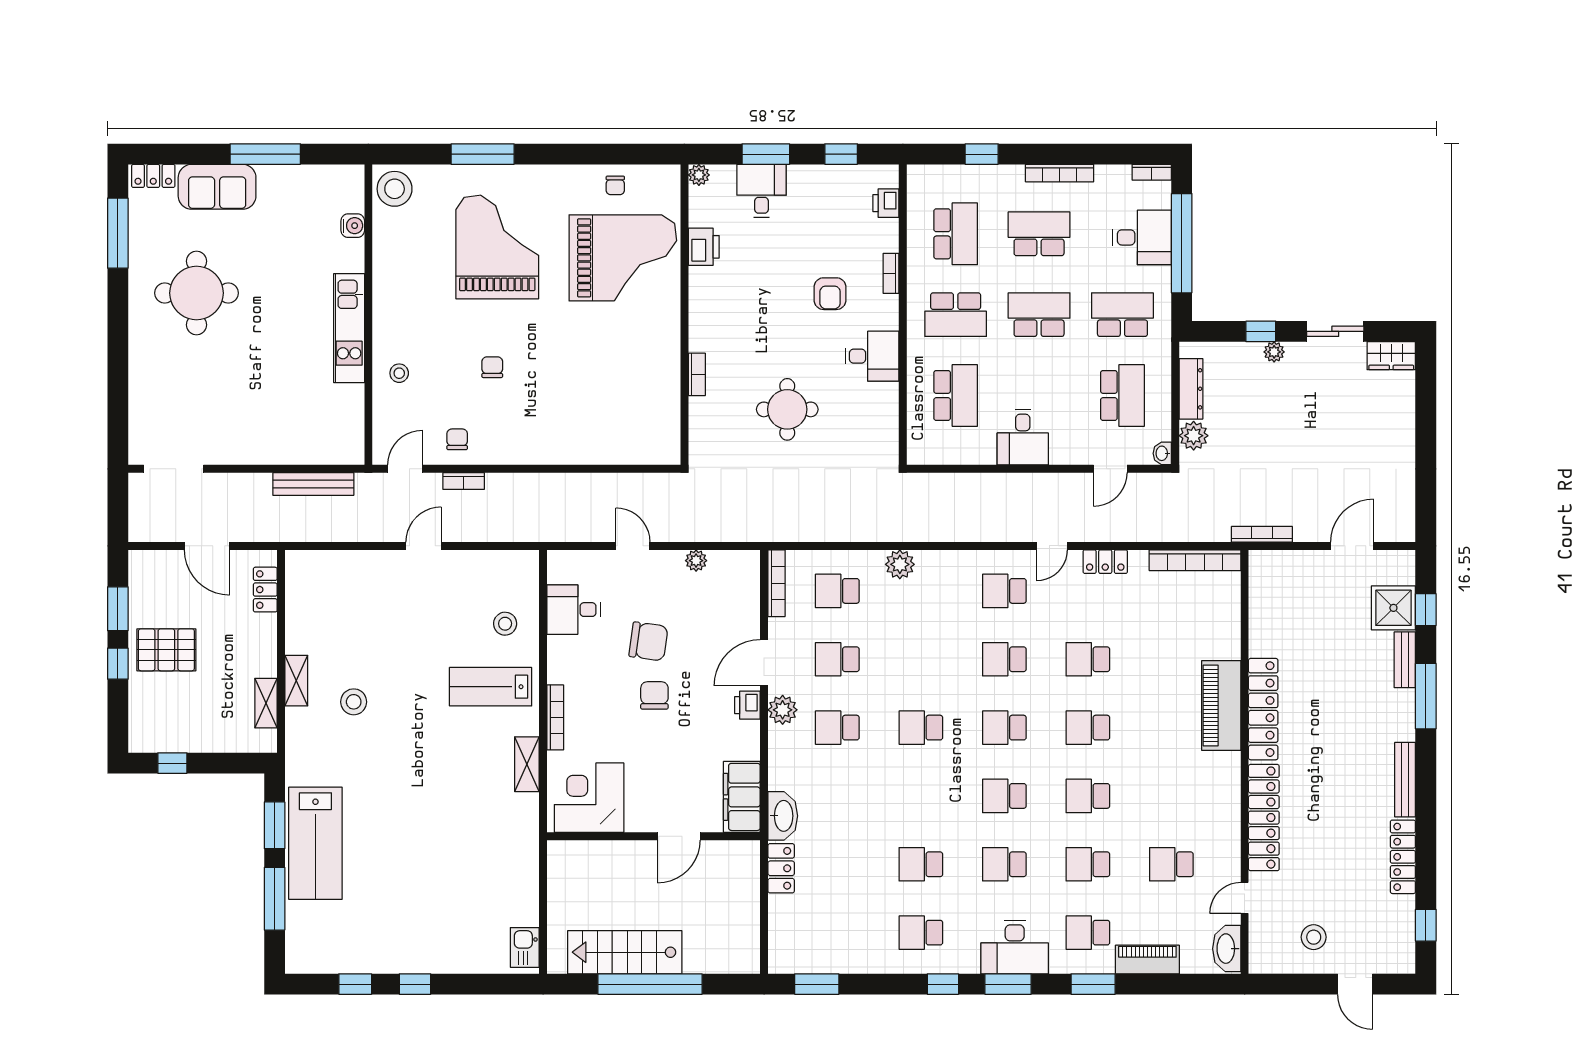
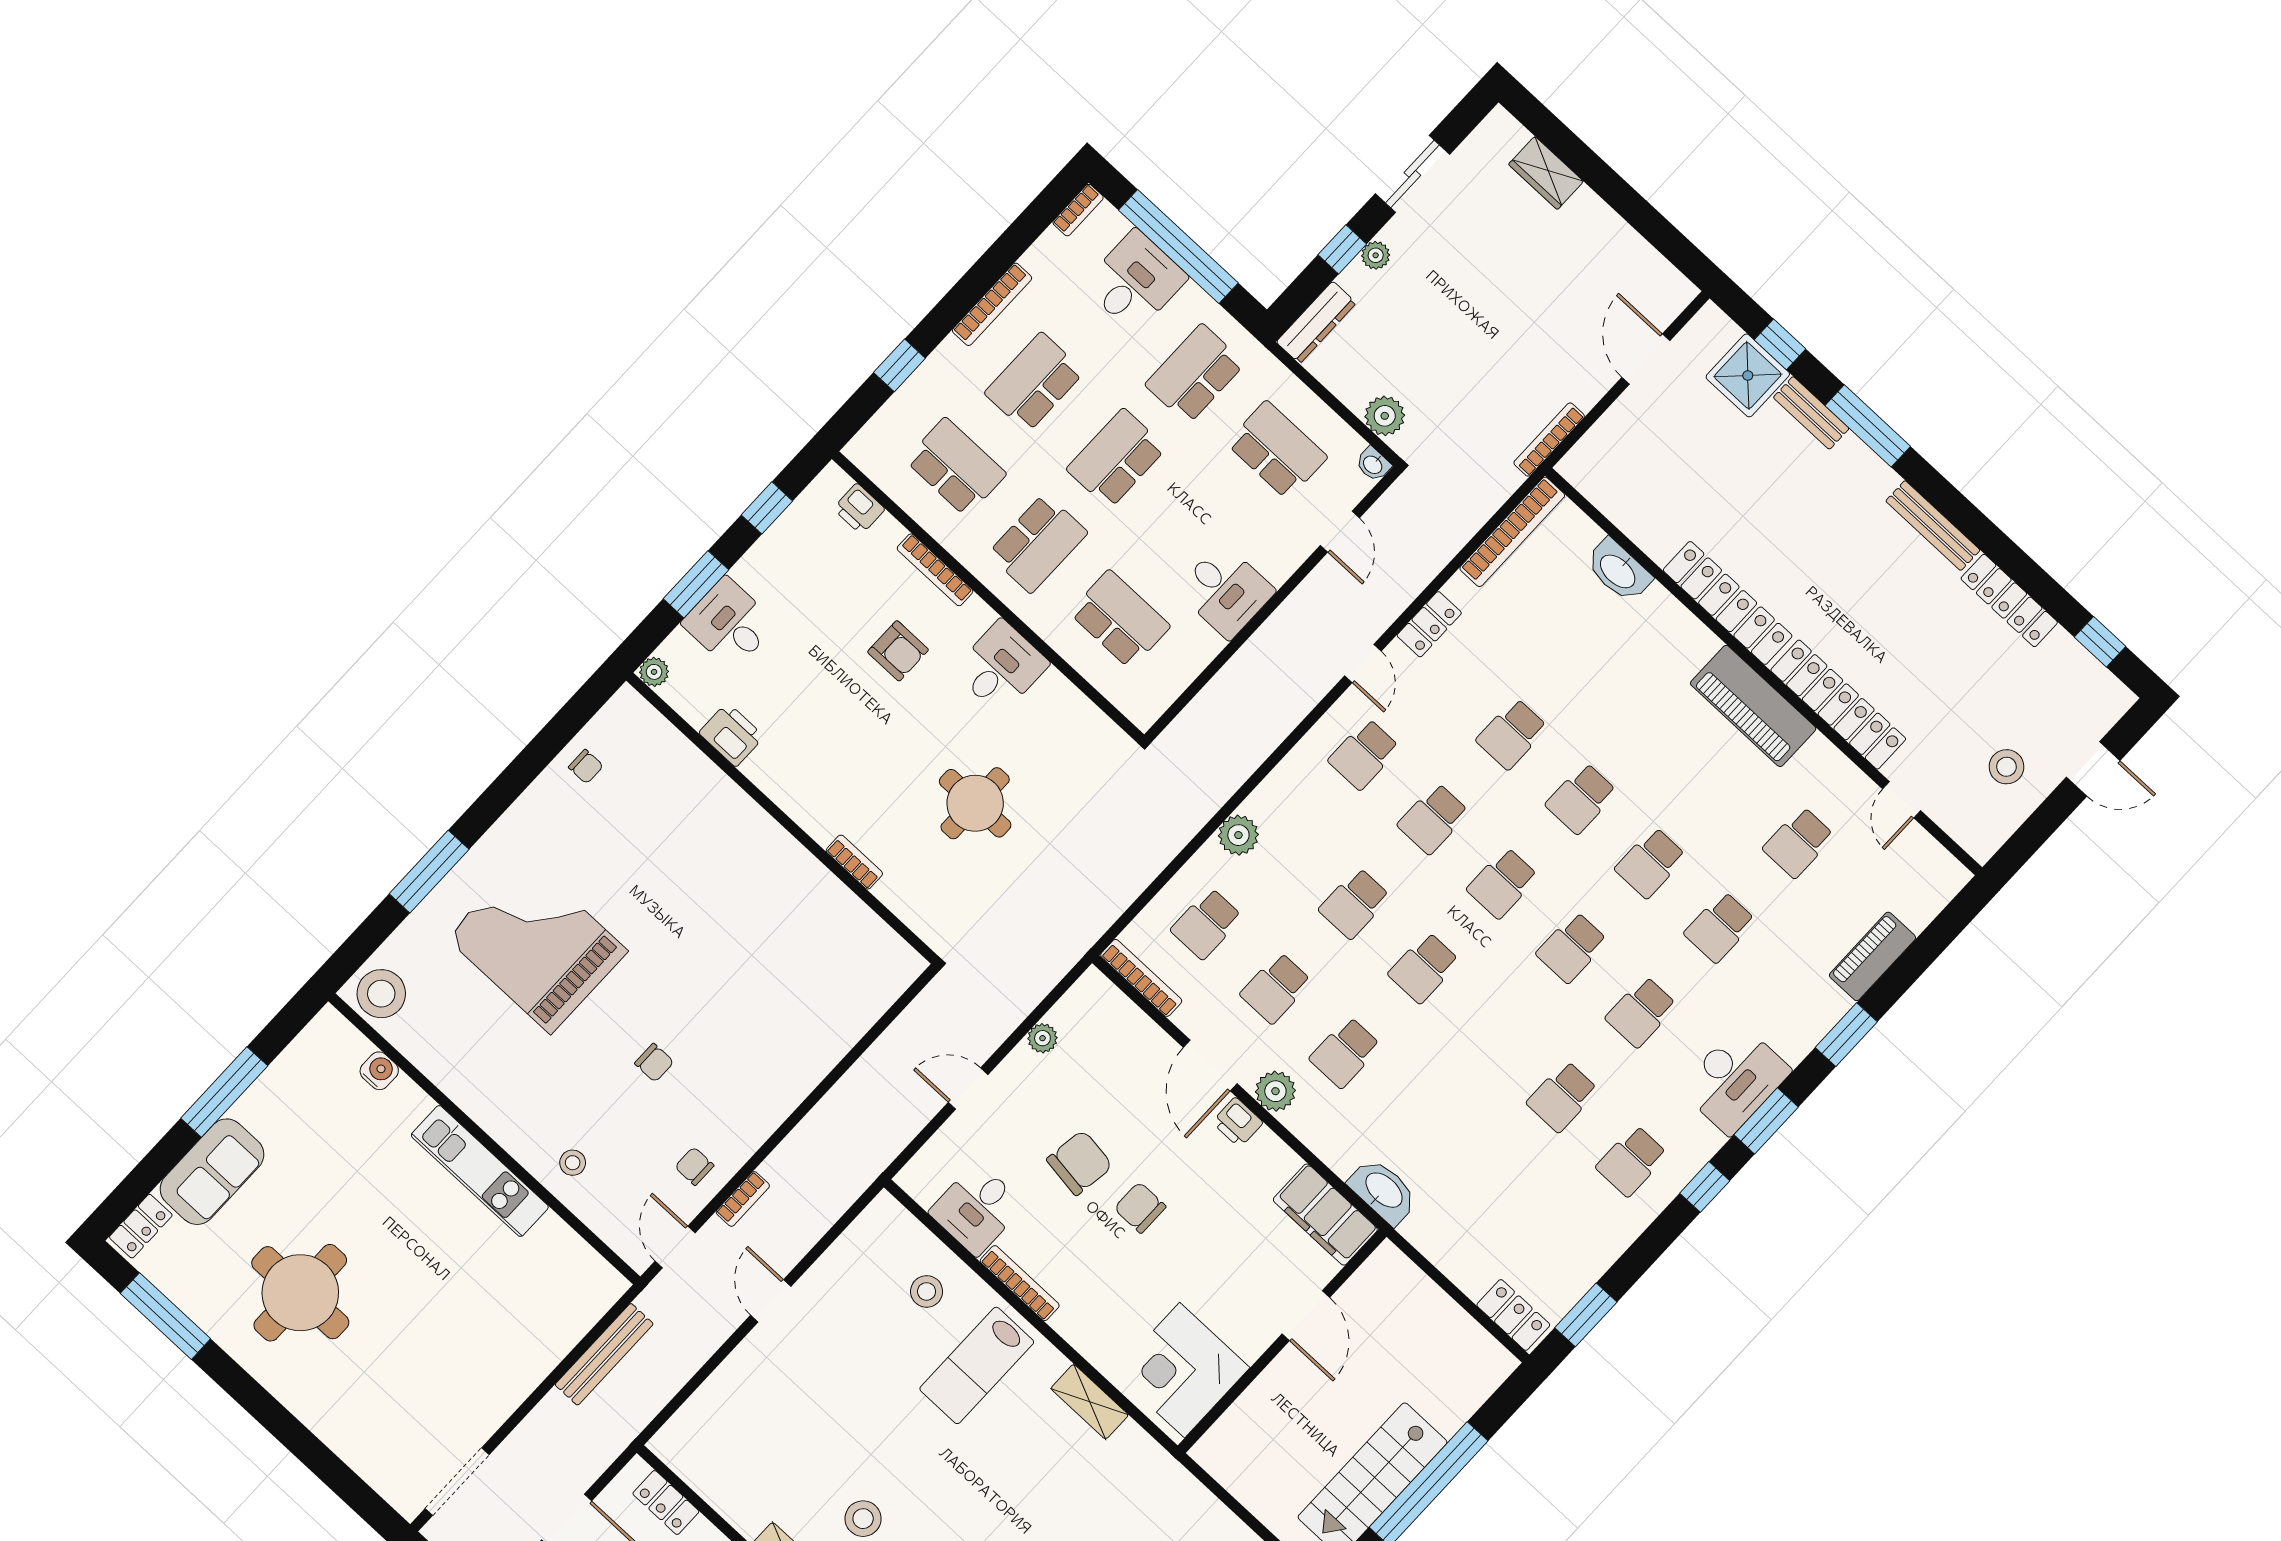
grand piano: (623, 258) -> (667, 827), removed
bookcase: (891, 273) -> (935, 570), width x1.56
wardrobe: (1391, 356) -> (1546, 173), moved, turned 90
chair: (492, 367) -> (654, 1063), turned 180
dresser: (1191, 389) -> (1316, 322), moved, turned 90
piano: (1221, 705) -> (1753, 706), moved
bookcase: (555, 717) -> (1020, 1283), moved
locker: (781, 868) -> (1513, 1315), moved
school desk: (1088, 933) -> (1354, 903), moved
washbasin: (1227, 949) -> (1618, 571), moved

